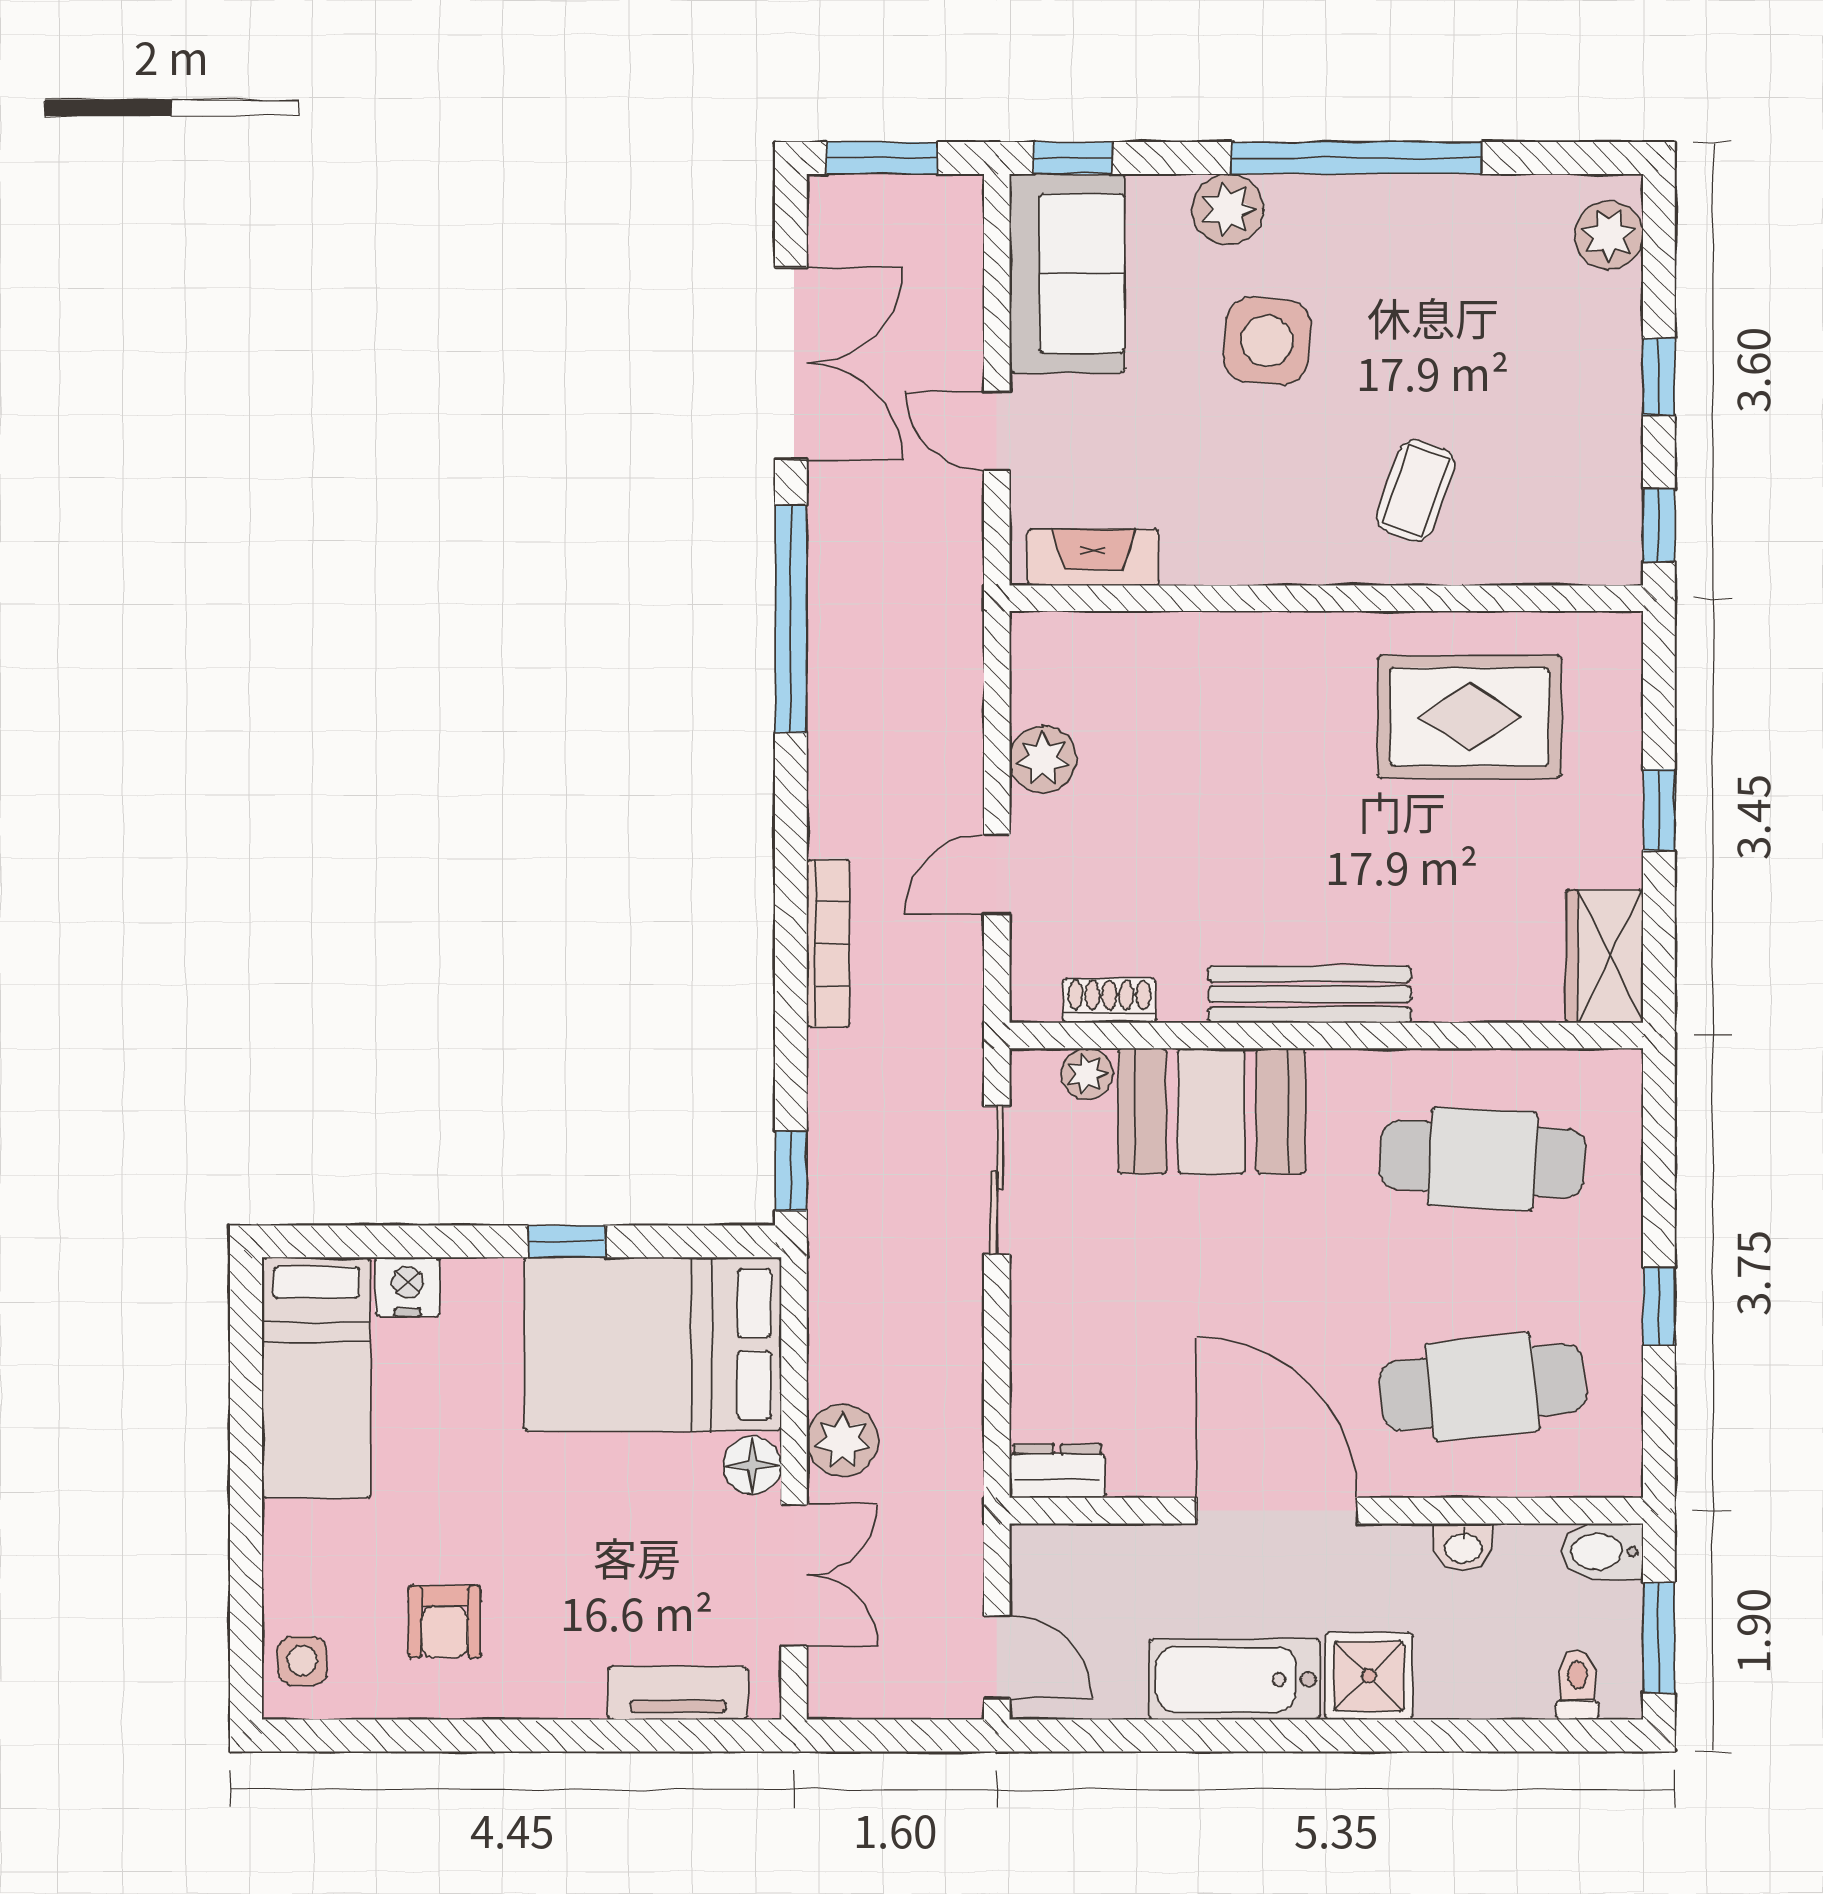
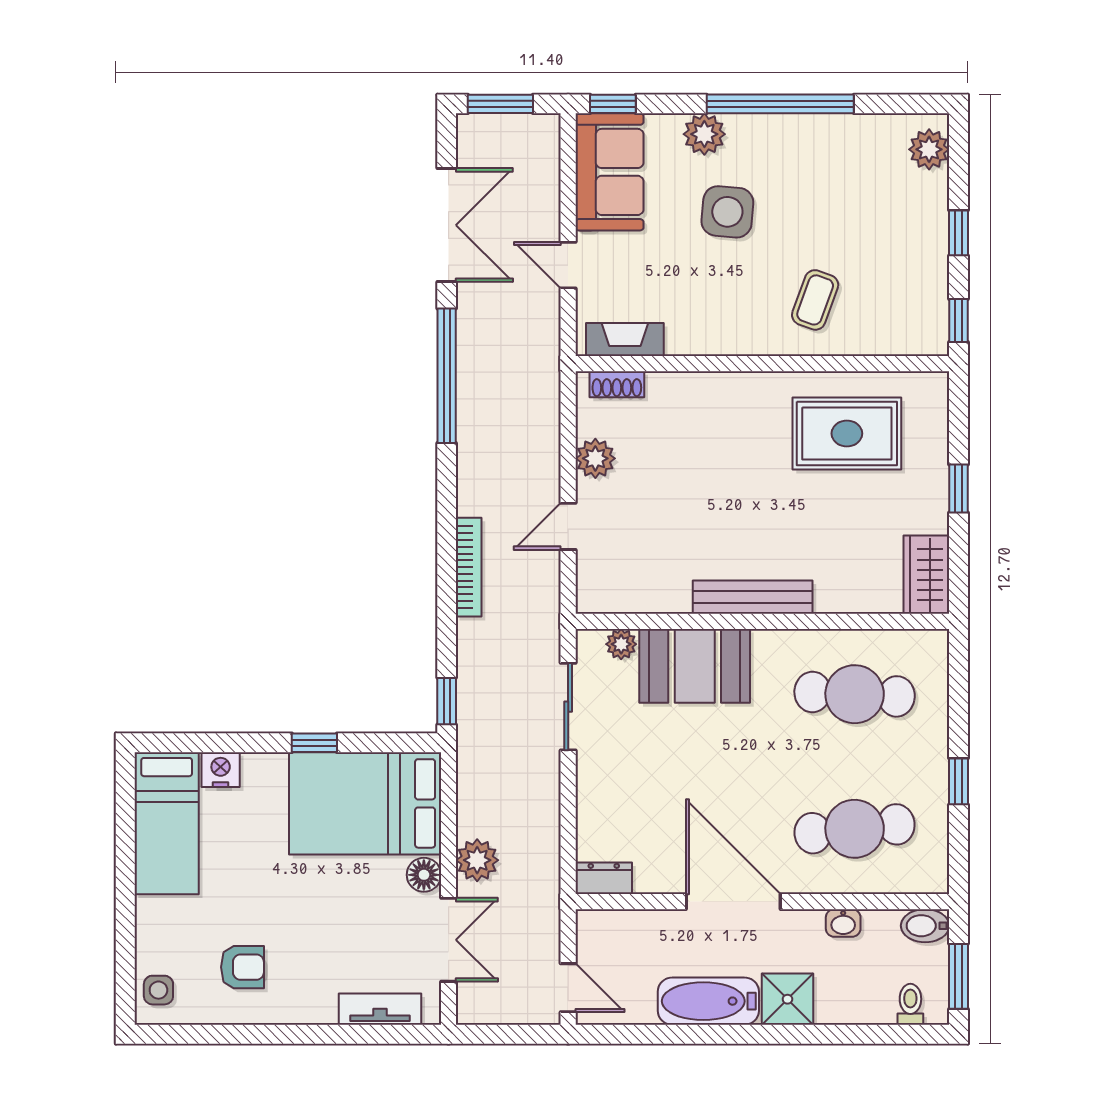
shoe rack: (1109, 1000) -> (617, 384), moved, turned 180
armchair: (445, 1622) -> (242, 967), turned -90

